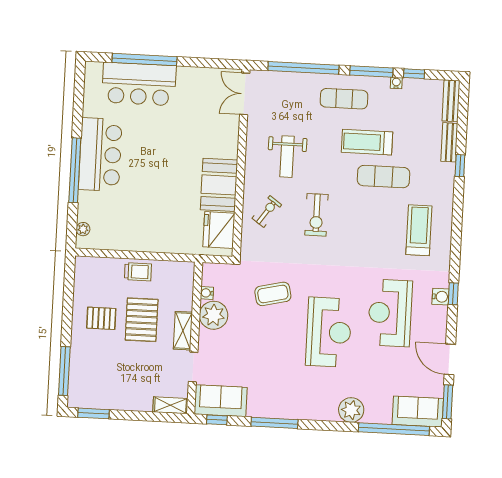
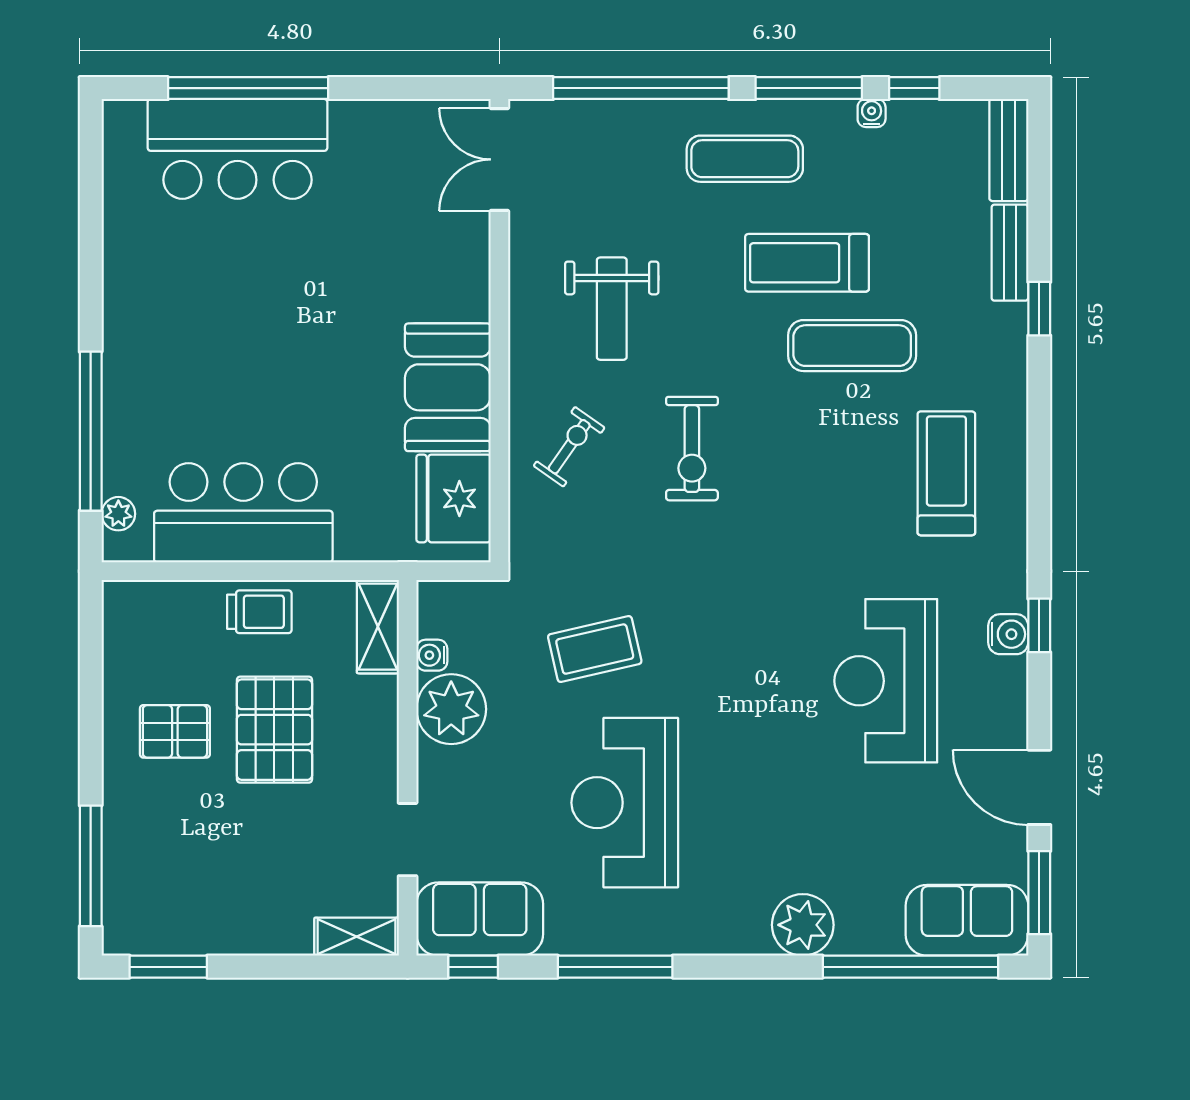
bar counter: (100, 155) -> (243, 513), moved, turned -90
window: (75, 170) -> (91, 431), moved
shelving: (183, 331) -> (378, 627), moved
reception desk: (329, 332) -> (625, 803), moved, turned 180

